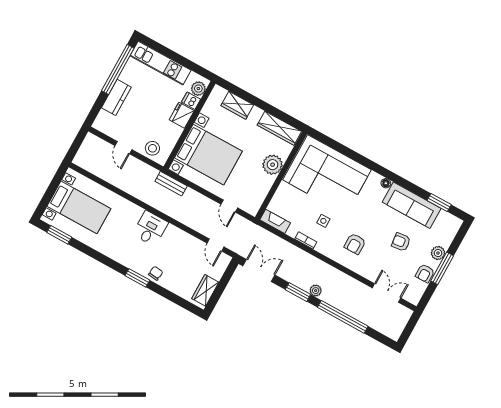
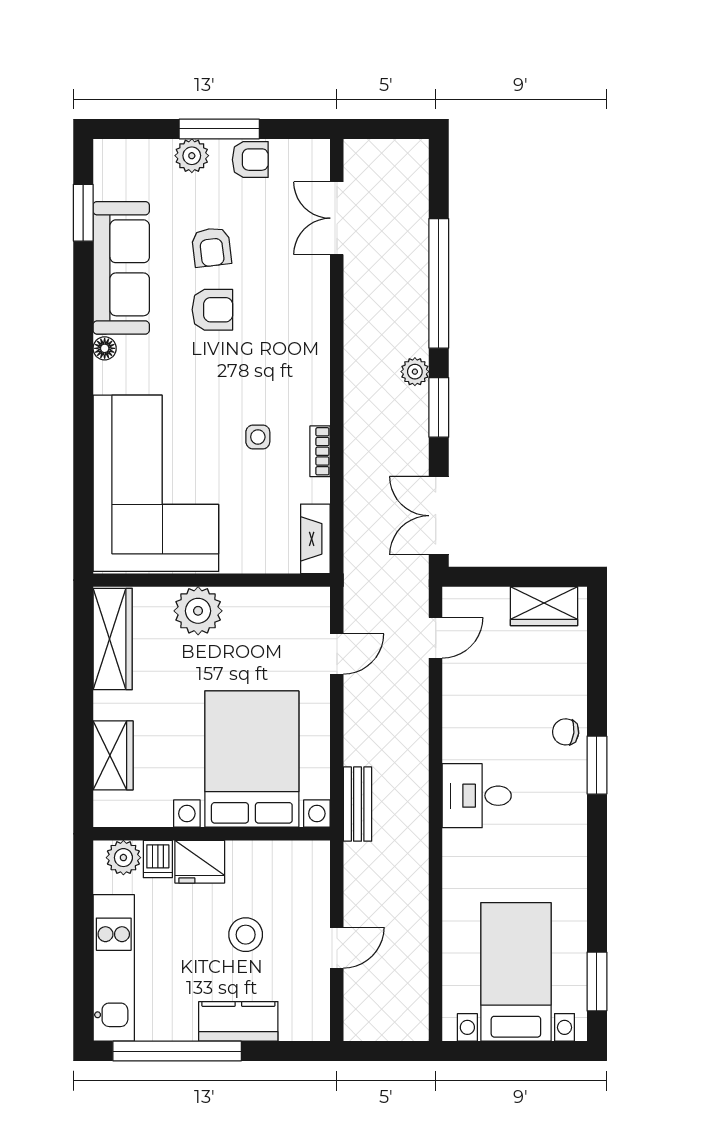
stool: (152, 148) -> (246, 935), moved
armchair: (355, 244) -> (212, 310), moved

